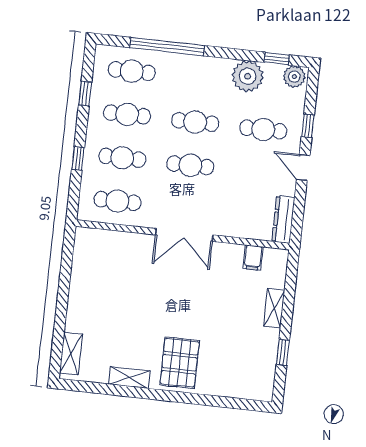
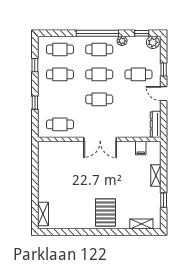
window: (167, 47) -> (97, 33), moved
plant: (248, 76) -> (122, 41), width x0.53, depth x0.53
cafe table: (122, 158) -> (99, 49), moved
shelving: (129, 378) -> (141, 224), moved

